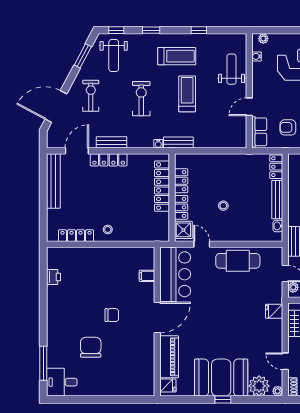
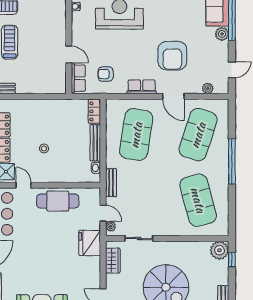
weight bench: (231, 69) -> (52, 19), removed
door: (249, 107) -> (69, 54), swing flipped
fridge: (274, 311) -> (90, 243), width x1.88, depth x1.34

